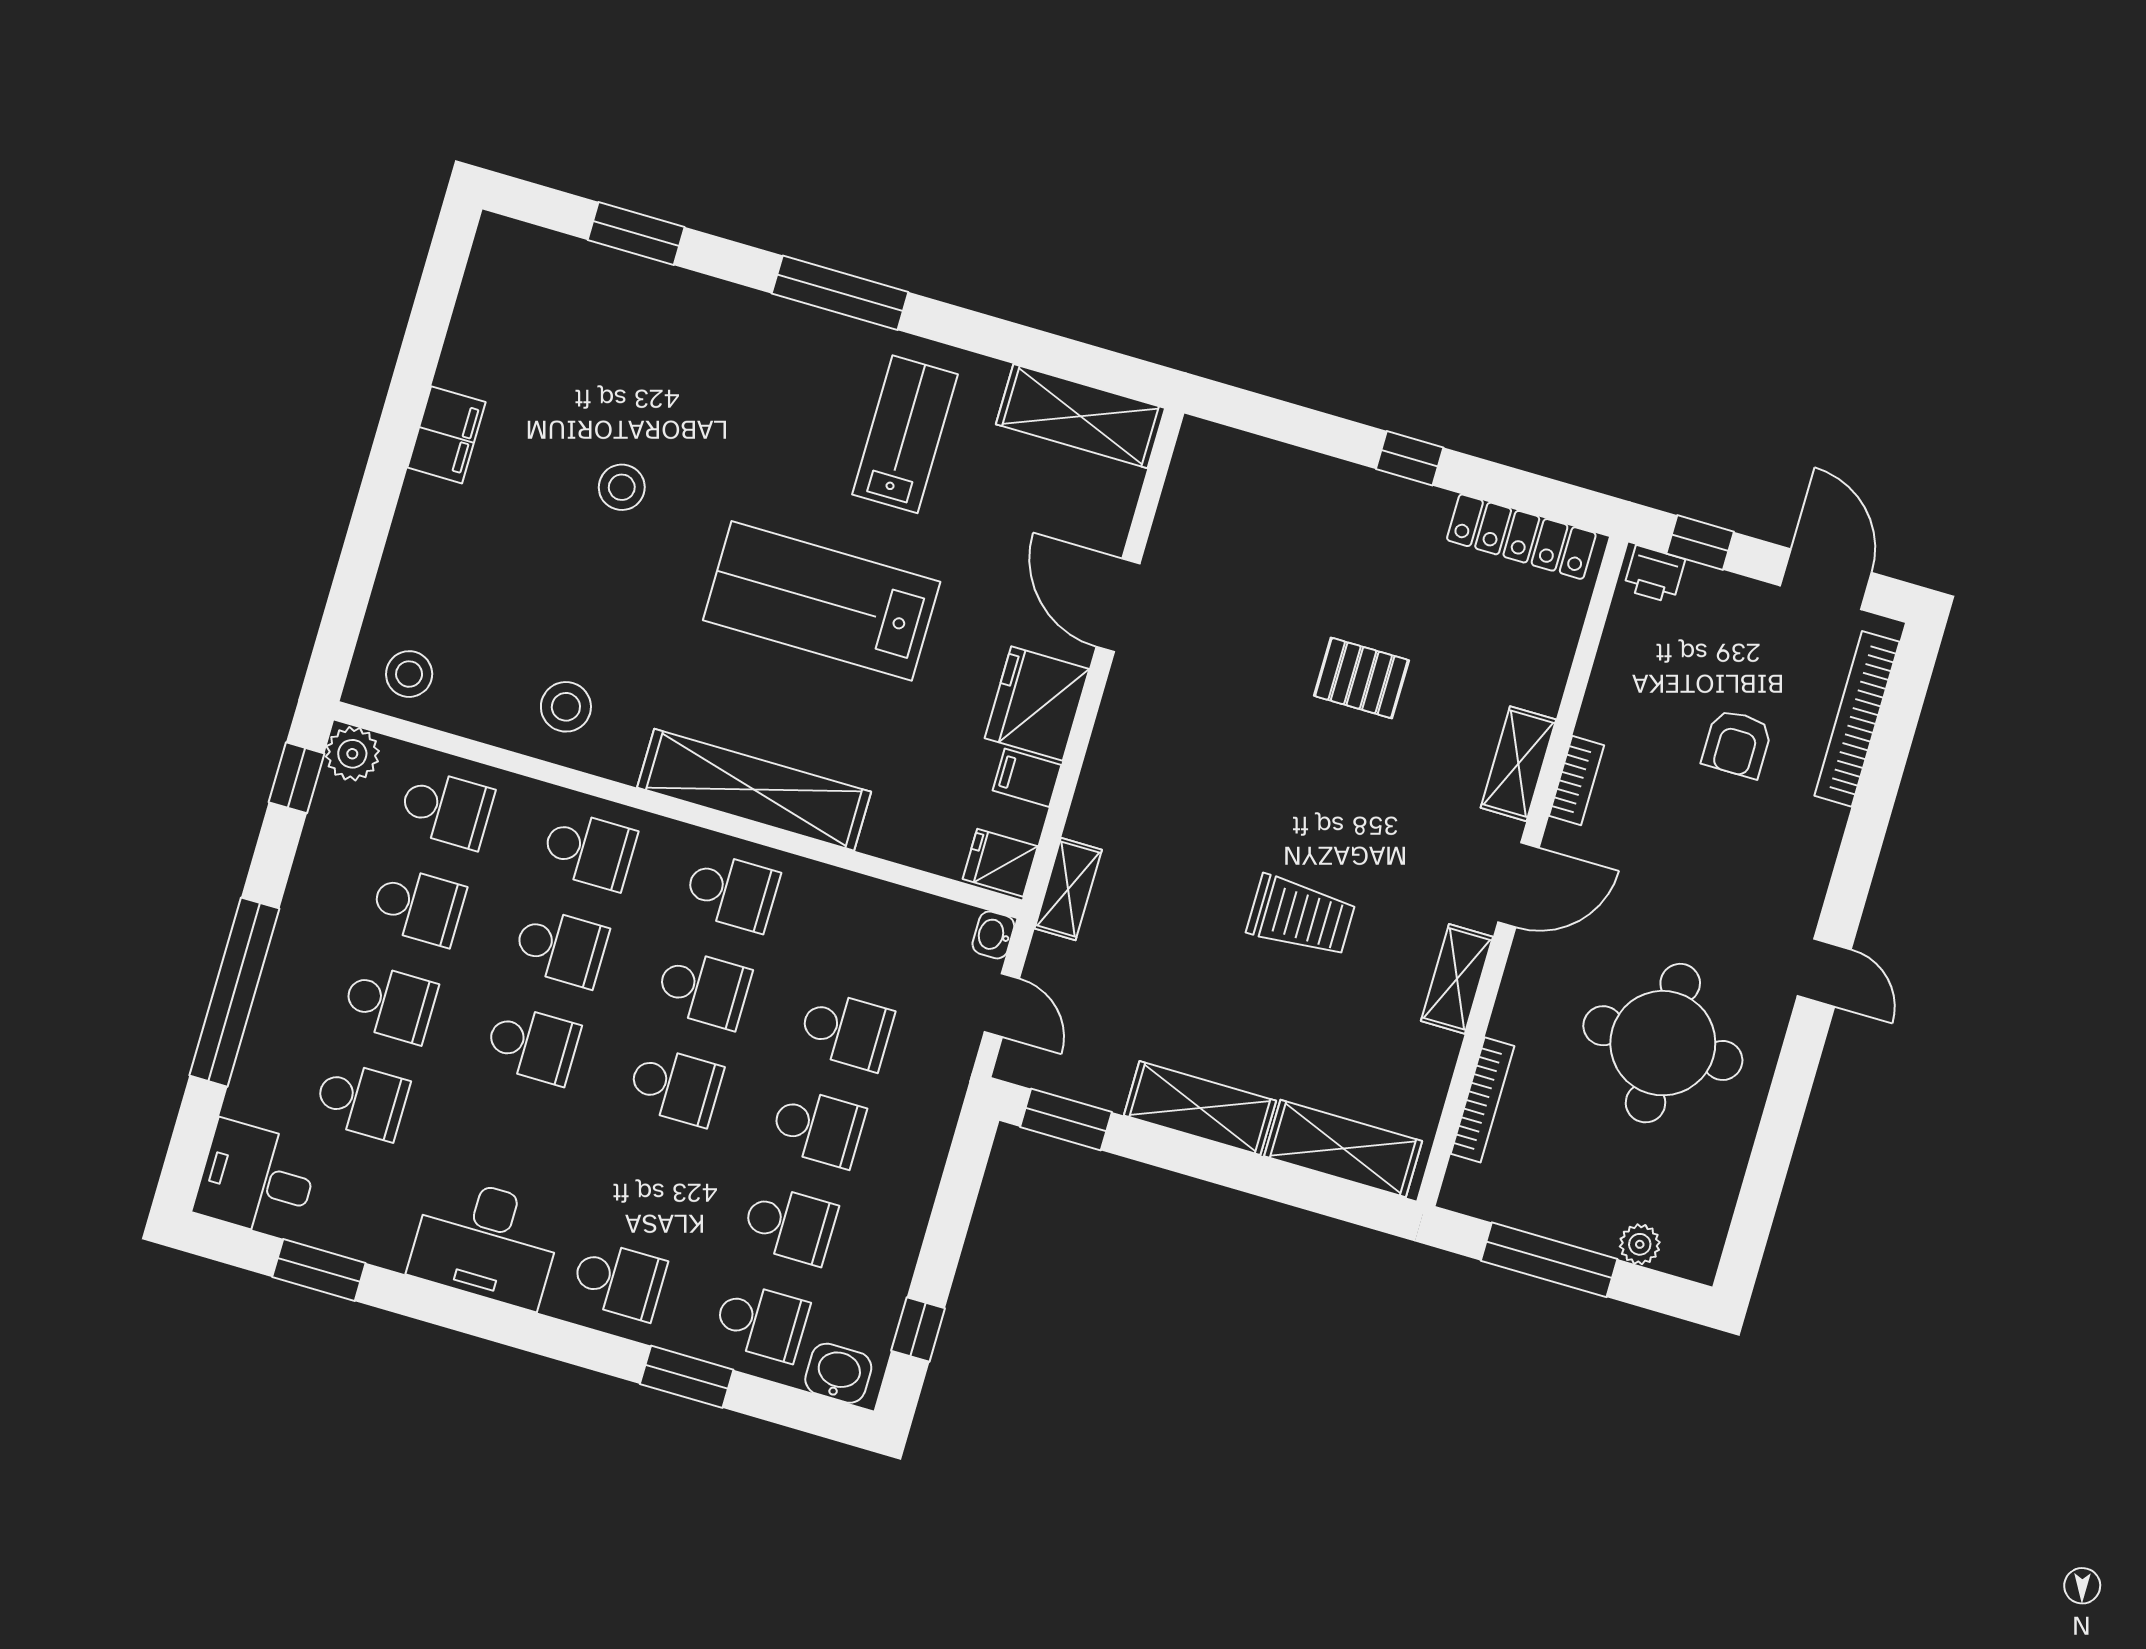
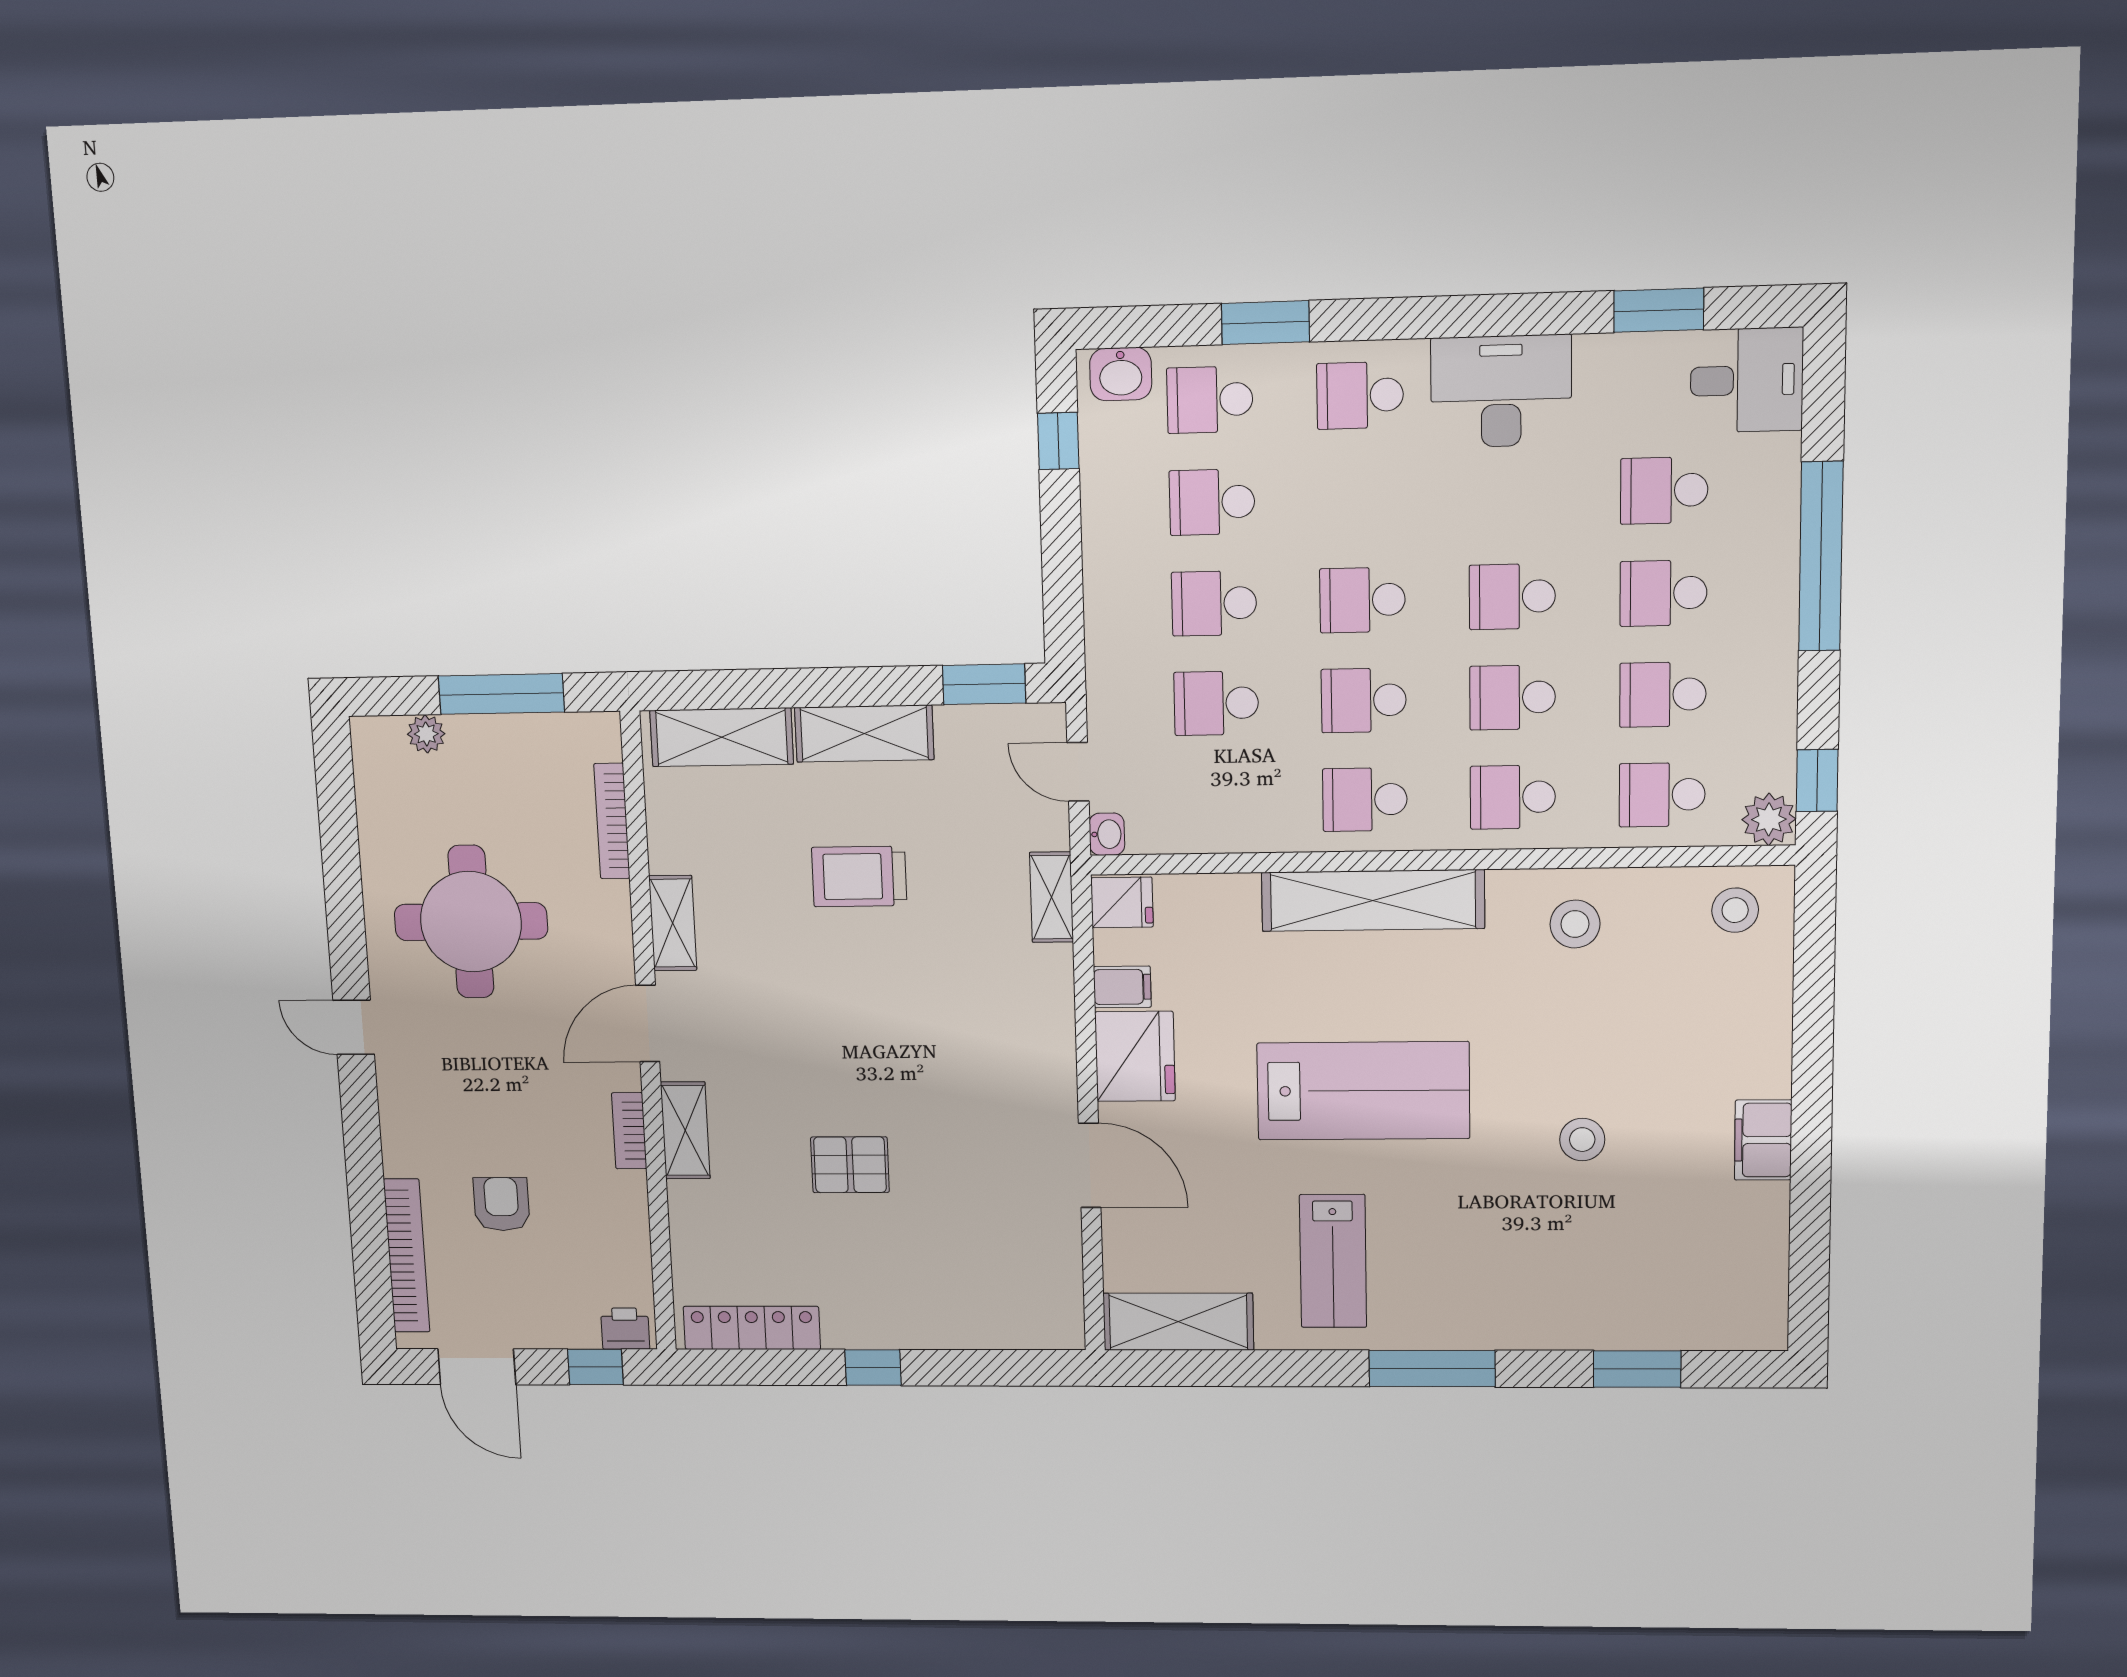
trolley: (1301, 916) -> (859, 876), moved

